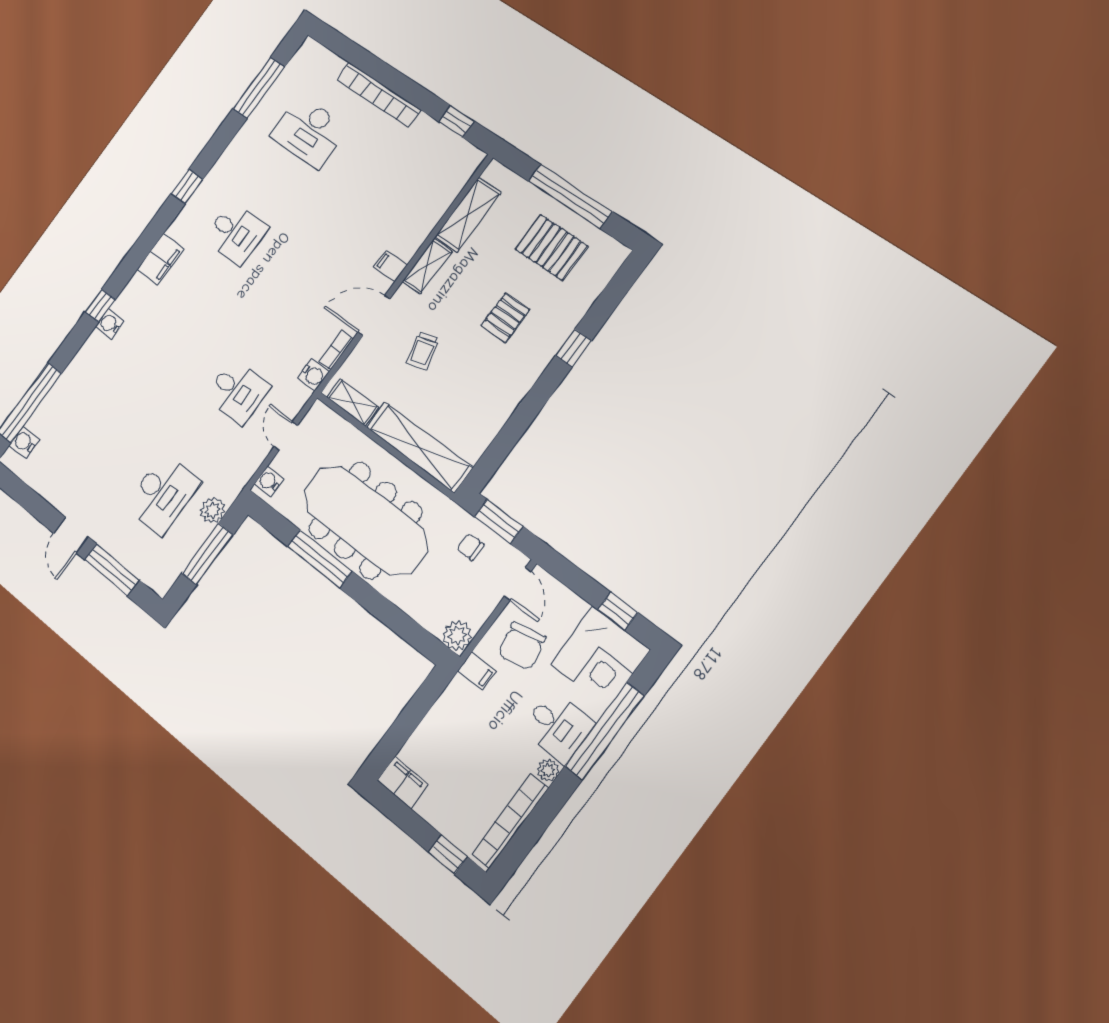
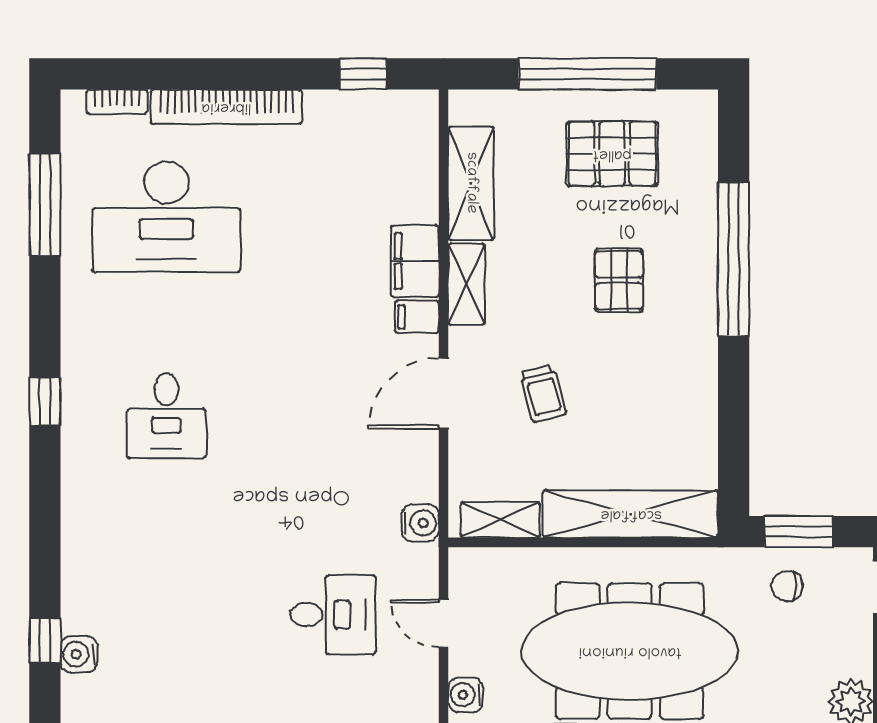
desk: (309, 132) -> (166, 217), width x1.36, depth x1.30
desk: (236, 233) -> (166, 416), turned 90
filing cabinet: (161, 259) -> (415, 261), moved, turned 180
window: (573, 348) -> (734, 259), width x3.17
bookcase: (336, 350) -> (117, 102), moved, turned -90

